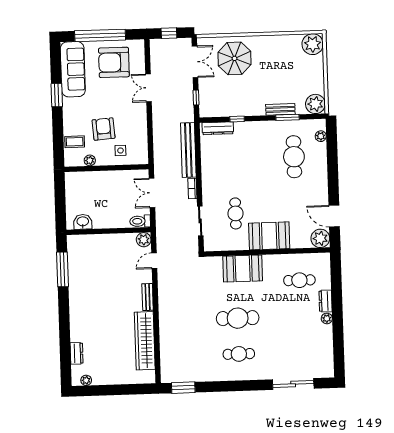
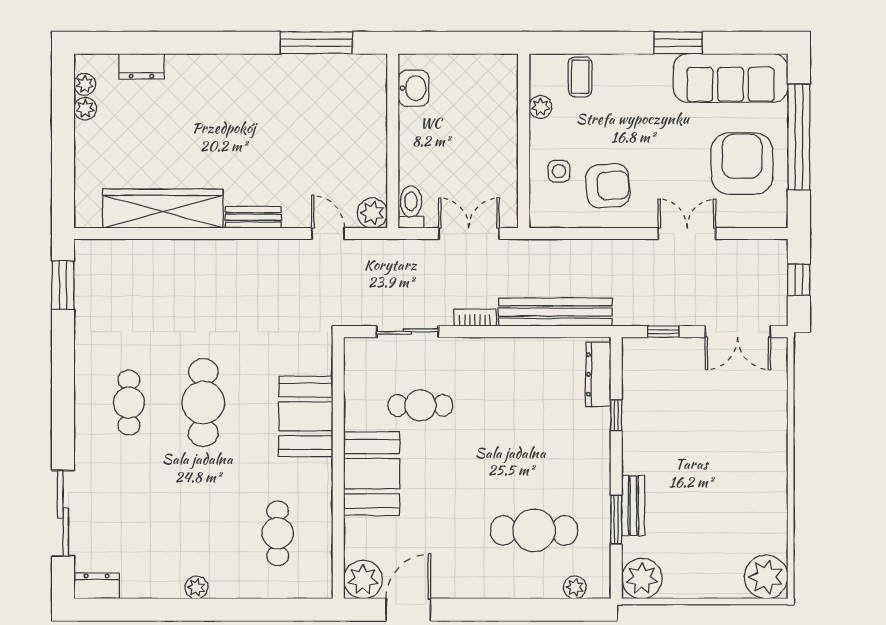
parasol: (235, 58) -> (742, 414), removed
armchair: (104, 129) -> (608, 186), moved
dresser: (326, 301) -> (97, 586), moved
plant: (98, 380) -> (85, 109), added

